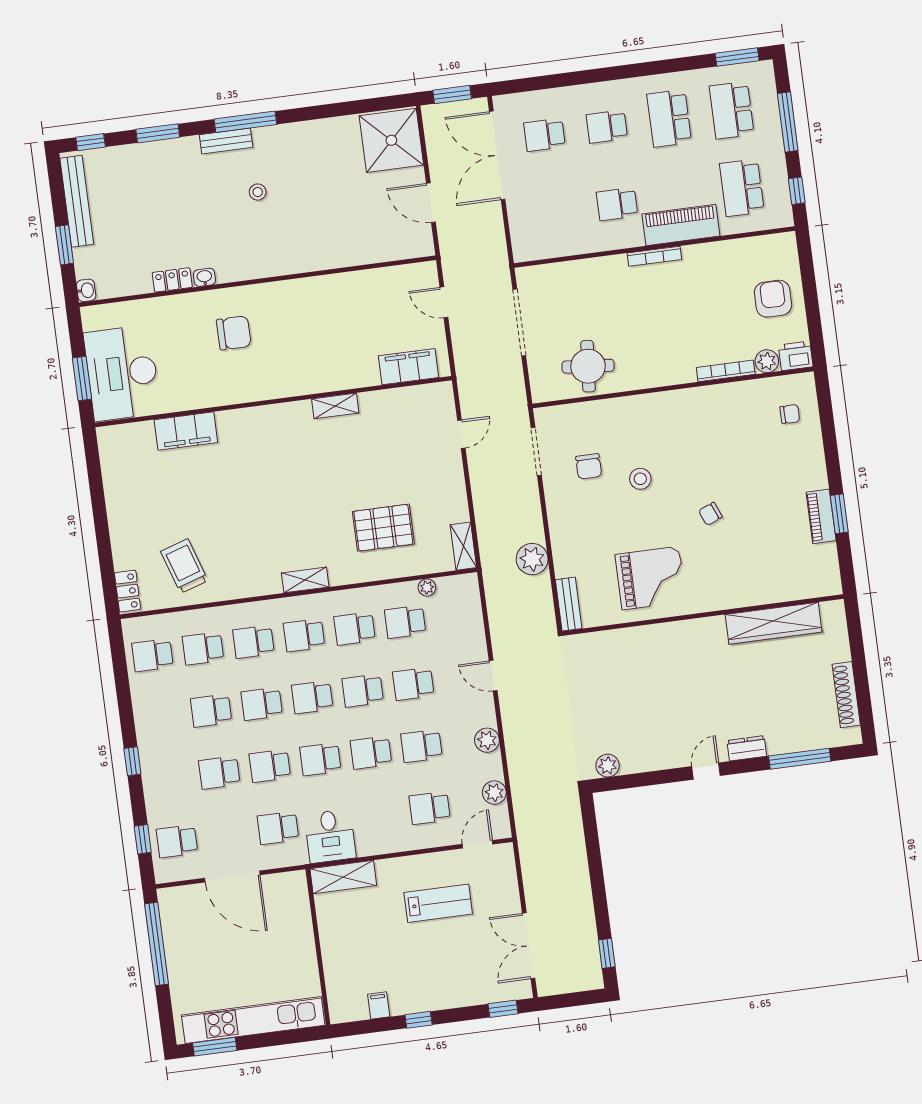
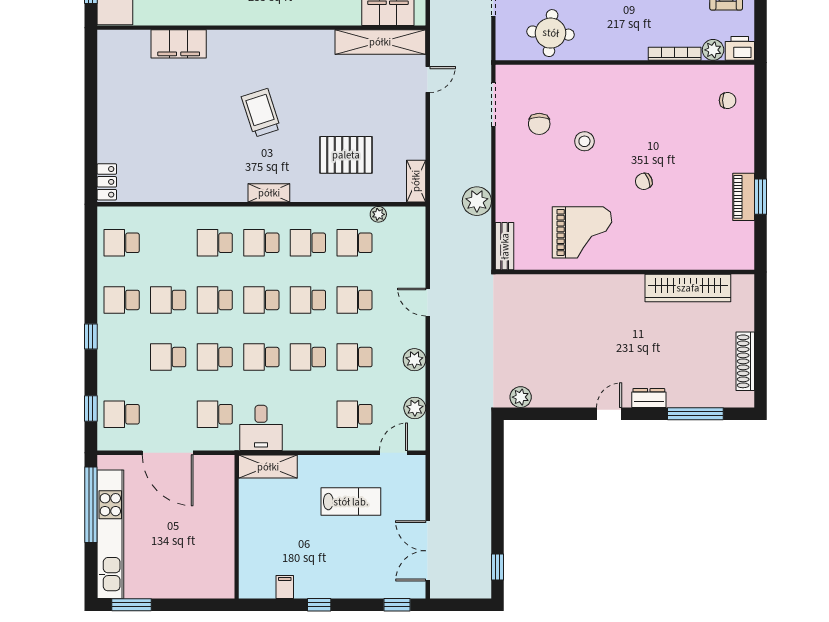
shelving: (335, 406) -> (380, 42), moved, width x2.20, depth x1.33
trolley: (184, 566) -> (261, 113), moved
school desk: (203, 648) -> (122, 300), moved
kitchen unit: (253, 1020) -> (110, 534), moved, turned 90

